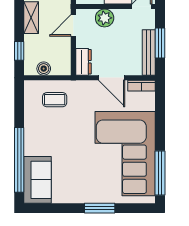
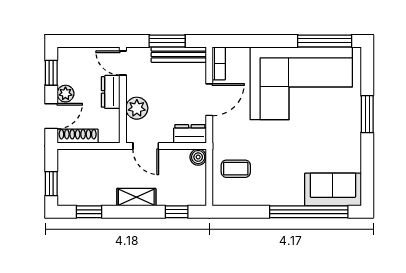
boiler: (44, 69) -> (198, 157), moved
coffee table: (55, 100) -> (236, 169), turned 90

